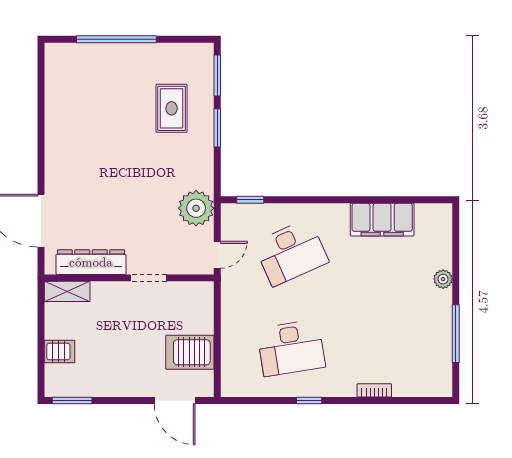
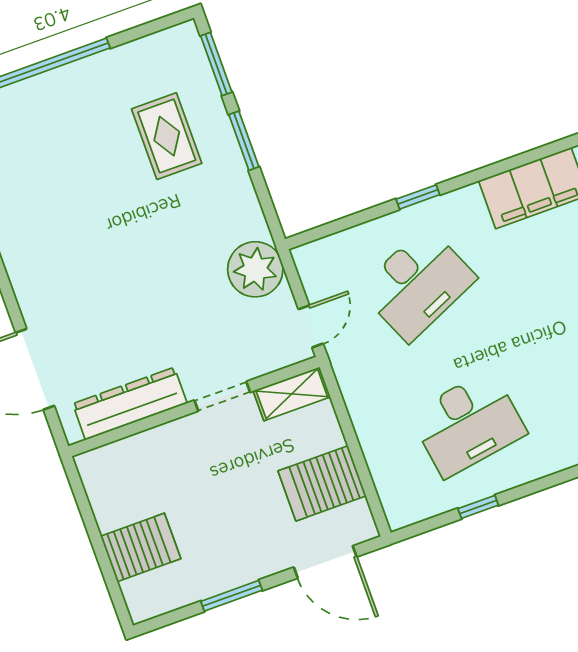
window: (250, 200) -> (418, 197), moved
shelving: (67, 291) -> (292, 394), moved
server rack: (60, 352) -> (141, 547), width x1.36, depth x1.44
window: (72, 401) -> (232, 596), moved
window: (309, 401) -> (478, 507), moved

